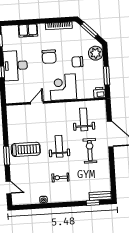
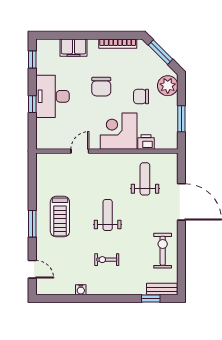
printer: (99, 93) -> (146, 142), moved
treadmill: (26, 149) -> (60, 217), turned 90
exercise bike: (90, 151) -> (163, 251), moved

